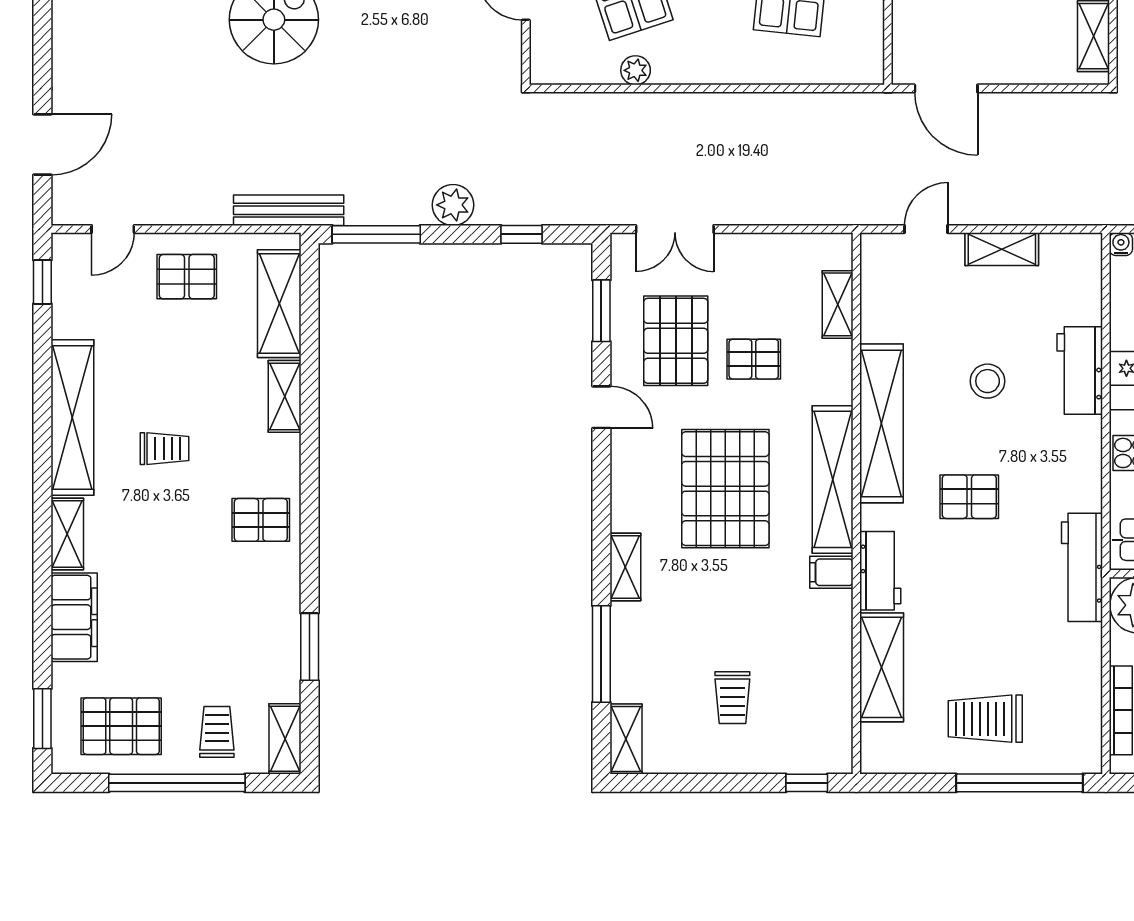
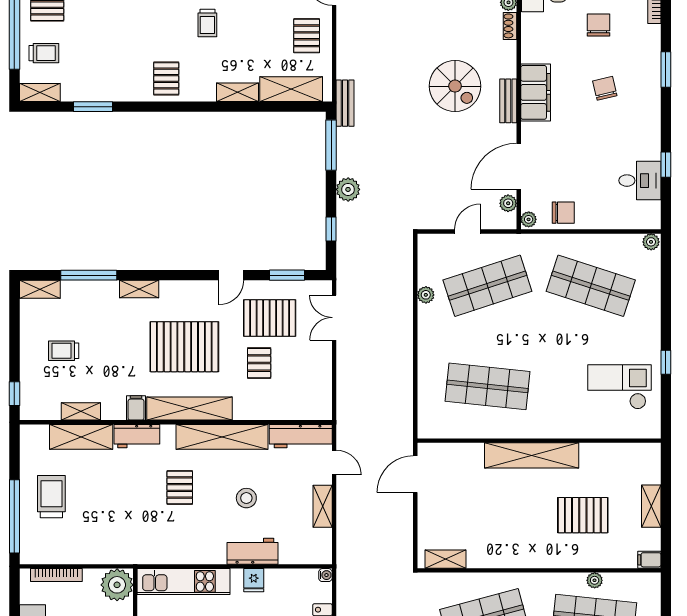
bench: (289, 210) -> (345, 103), width x0.73
shelving: (838, 304) -> (81, 411), moved
workbench: (1082, 567) -> (301, 436), moved, turned 180

